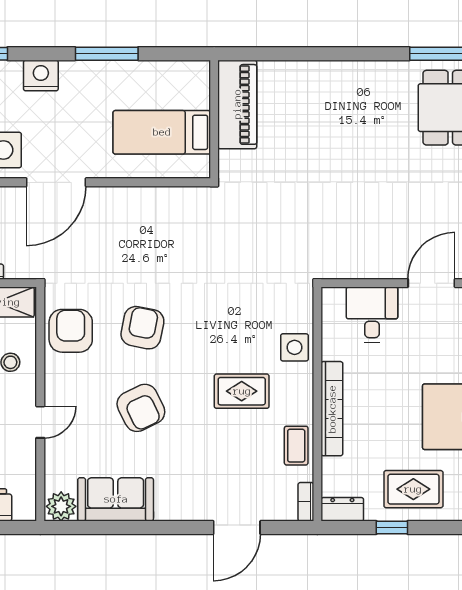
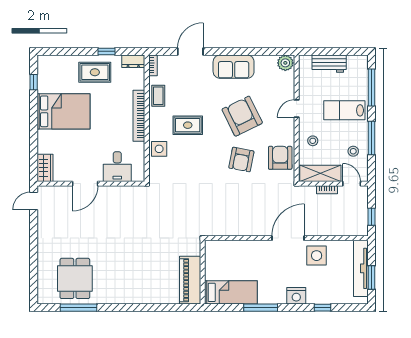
bed: (162, 132) -> (231, 292), moved
armchair: (71, 331) -> (280, 158), turned 180
armchair: (141, 408) -> (242, 116), width x1.36, depth x1.36
sofa: (116, 499) -> (234, 67), moved

